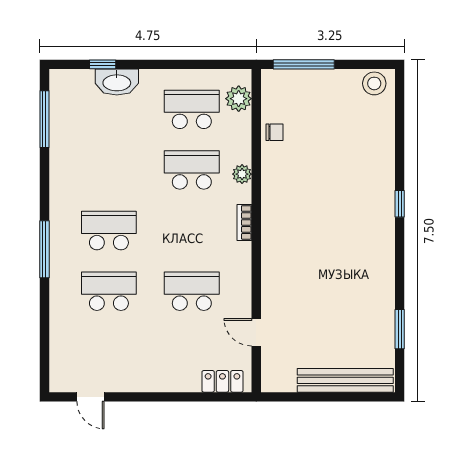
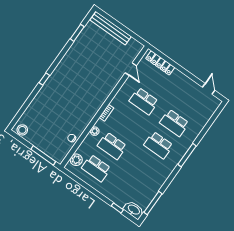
washbasin: (117, 82) -> (134, 210), moved
locker: (222, 381) -> (160, 63), width x1.53

